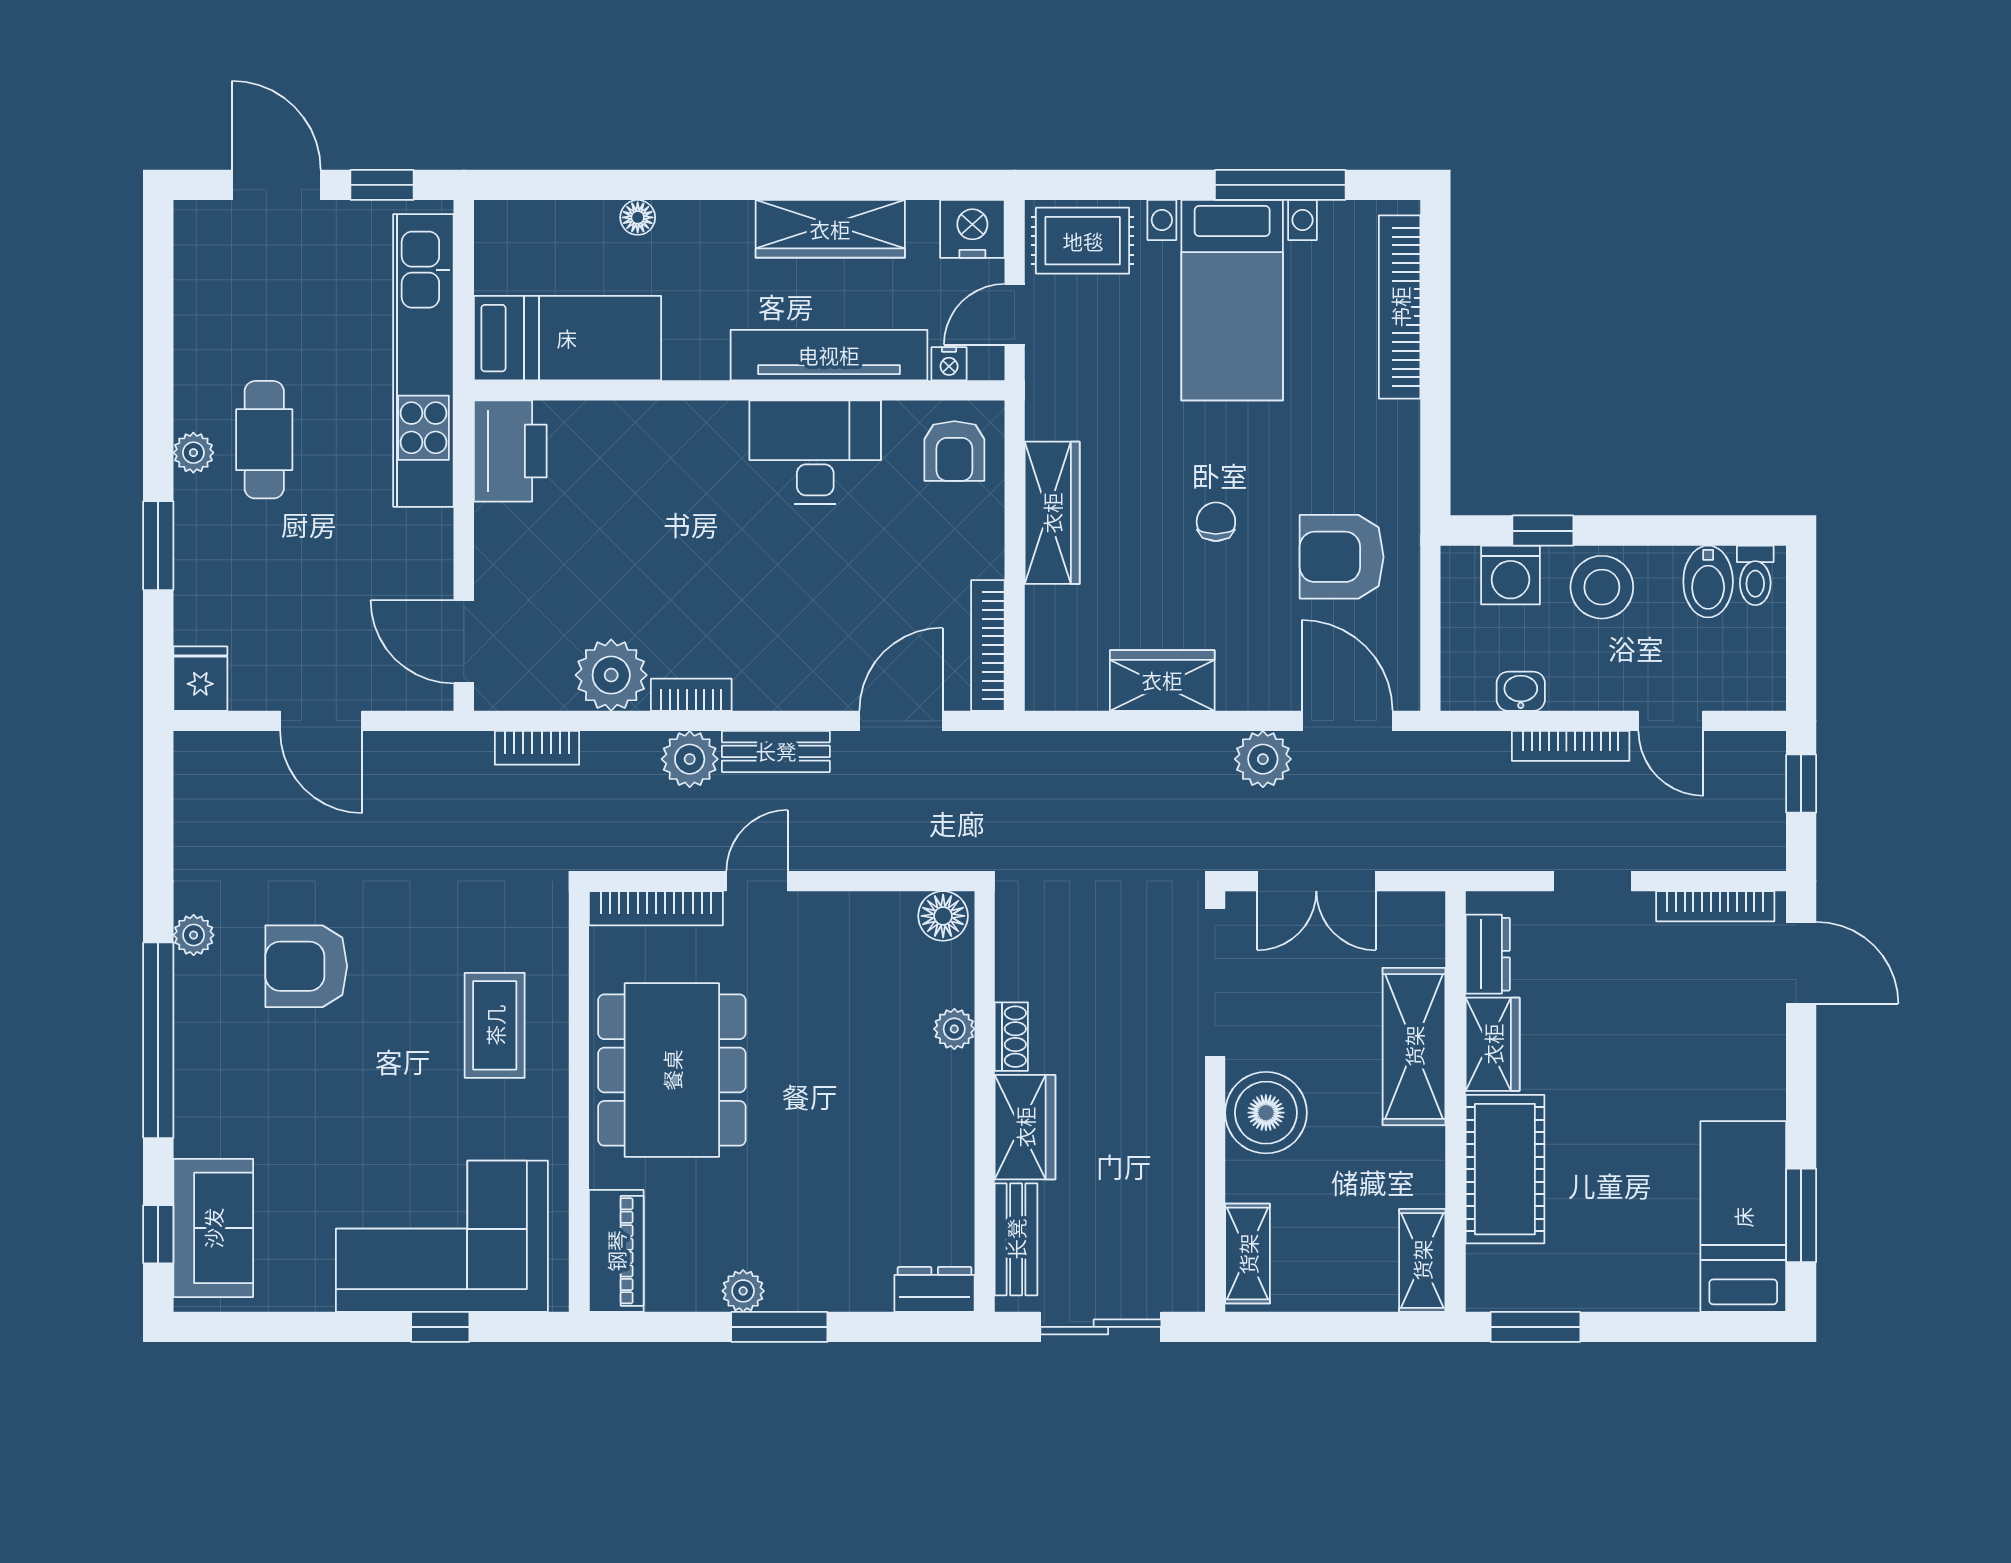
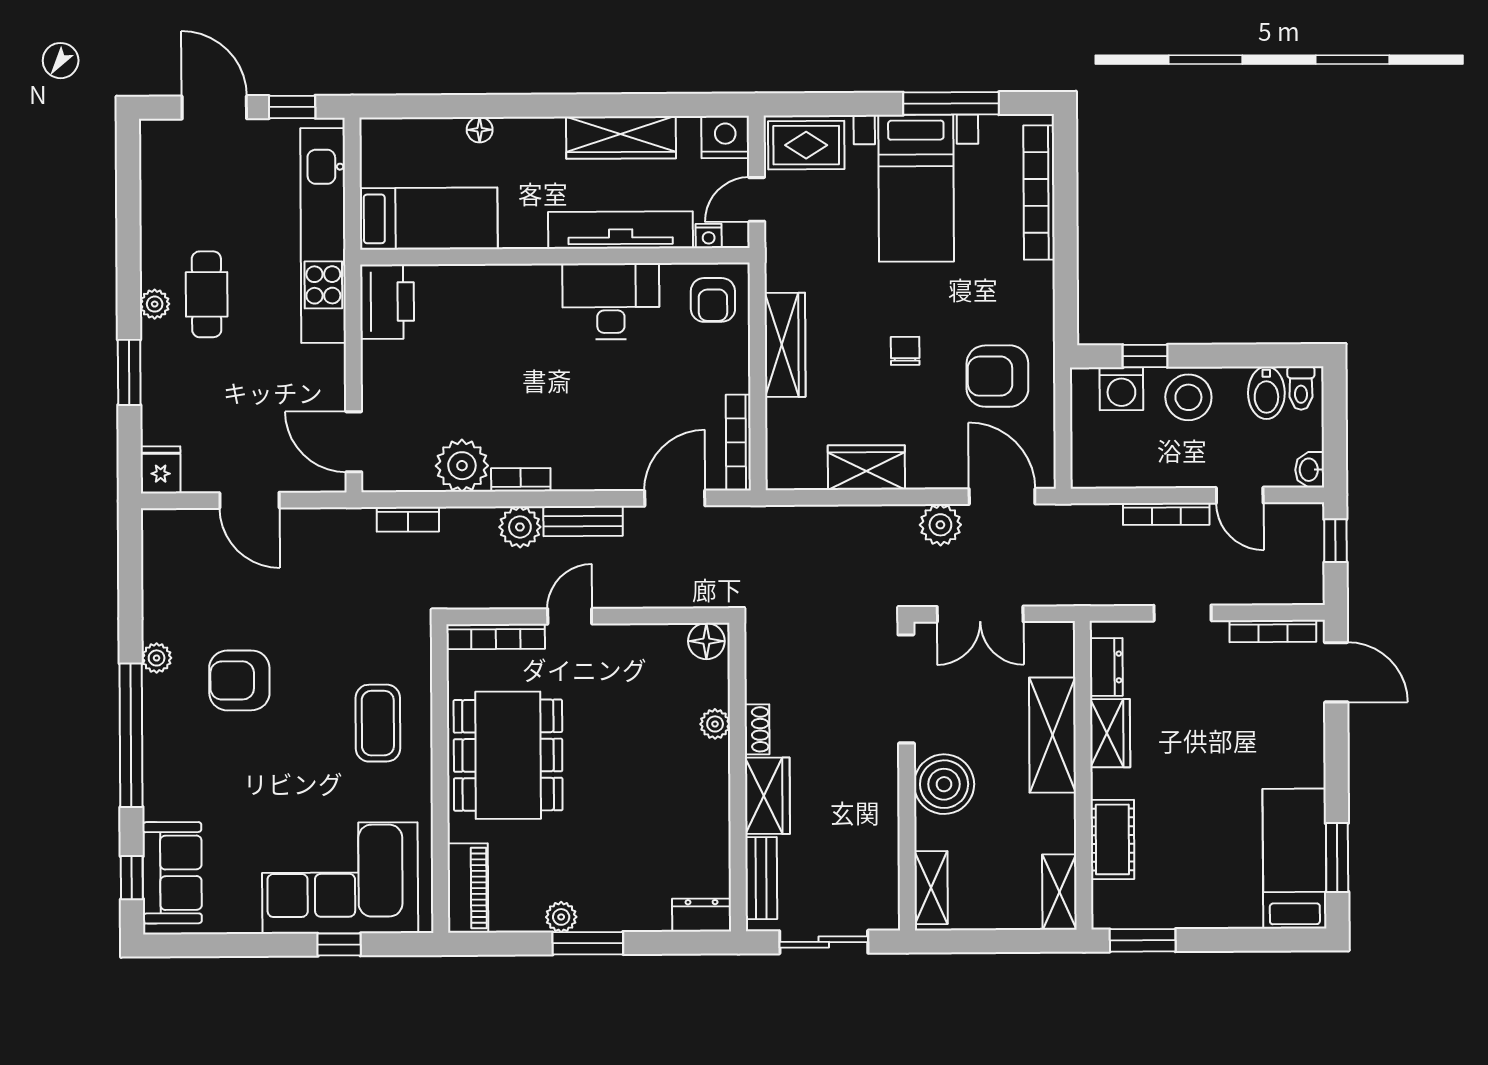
washbasin: (1521, 691) -> (1310, 470), moved, turned -90
cot: (1505, 1169) -> (1112, 839), width x0.73, depth x0.75

